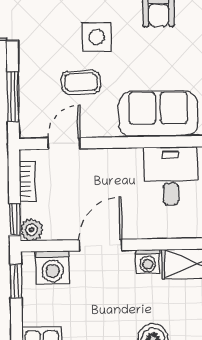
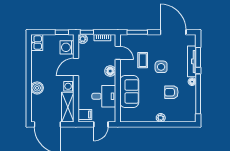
floor lamp: (109, 161) -> (110, 71), added
door: (100, 245) -> (76, 67), swing flipped

